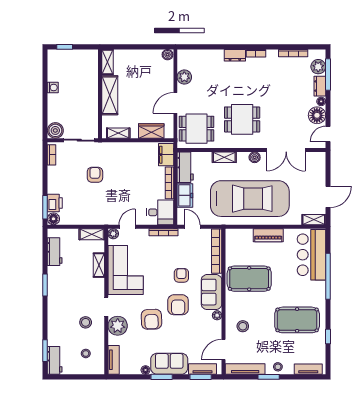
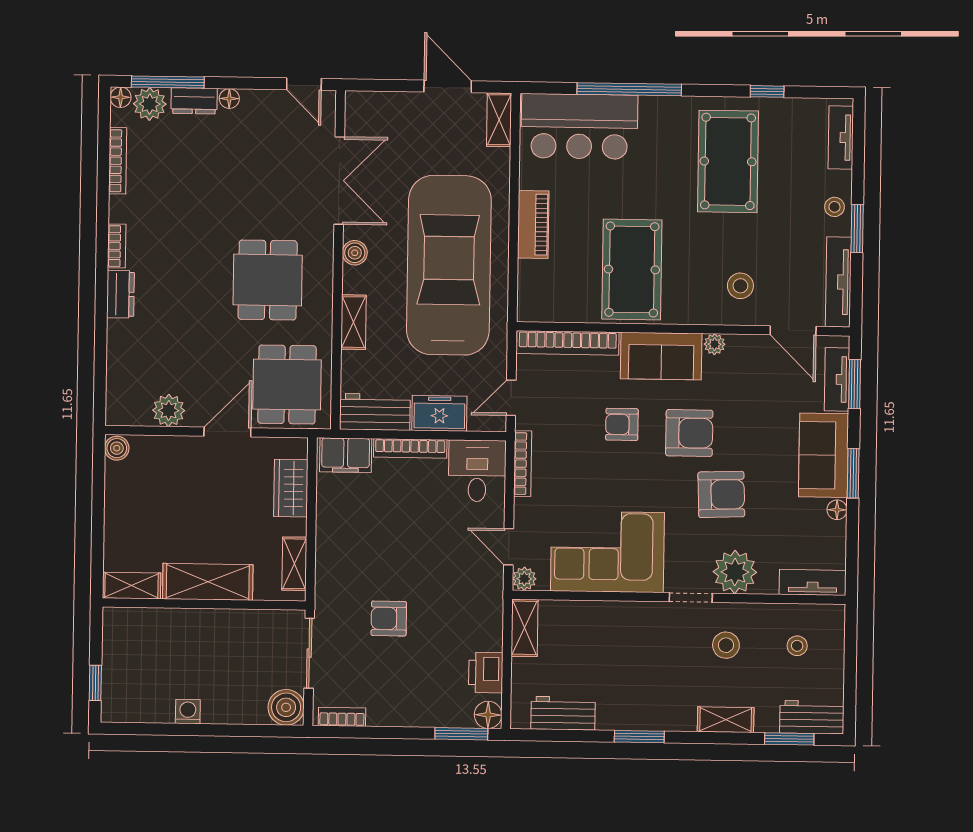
door: (175, 103) -> (227, 432), swing flipped
floor lamp: (317, 115) -> (121, 97), moved, width x0.53, depth x0.53
printer: (55, 203) -> (486, 673), moved, turned -90
shelving: (99, 265) -> (726, 720), moved

